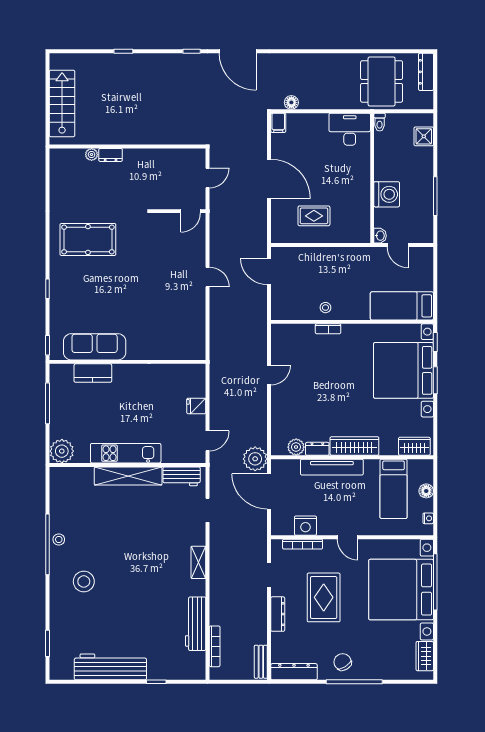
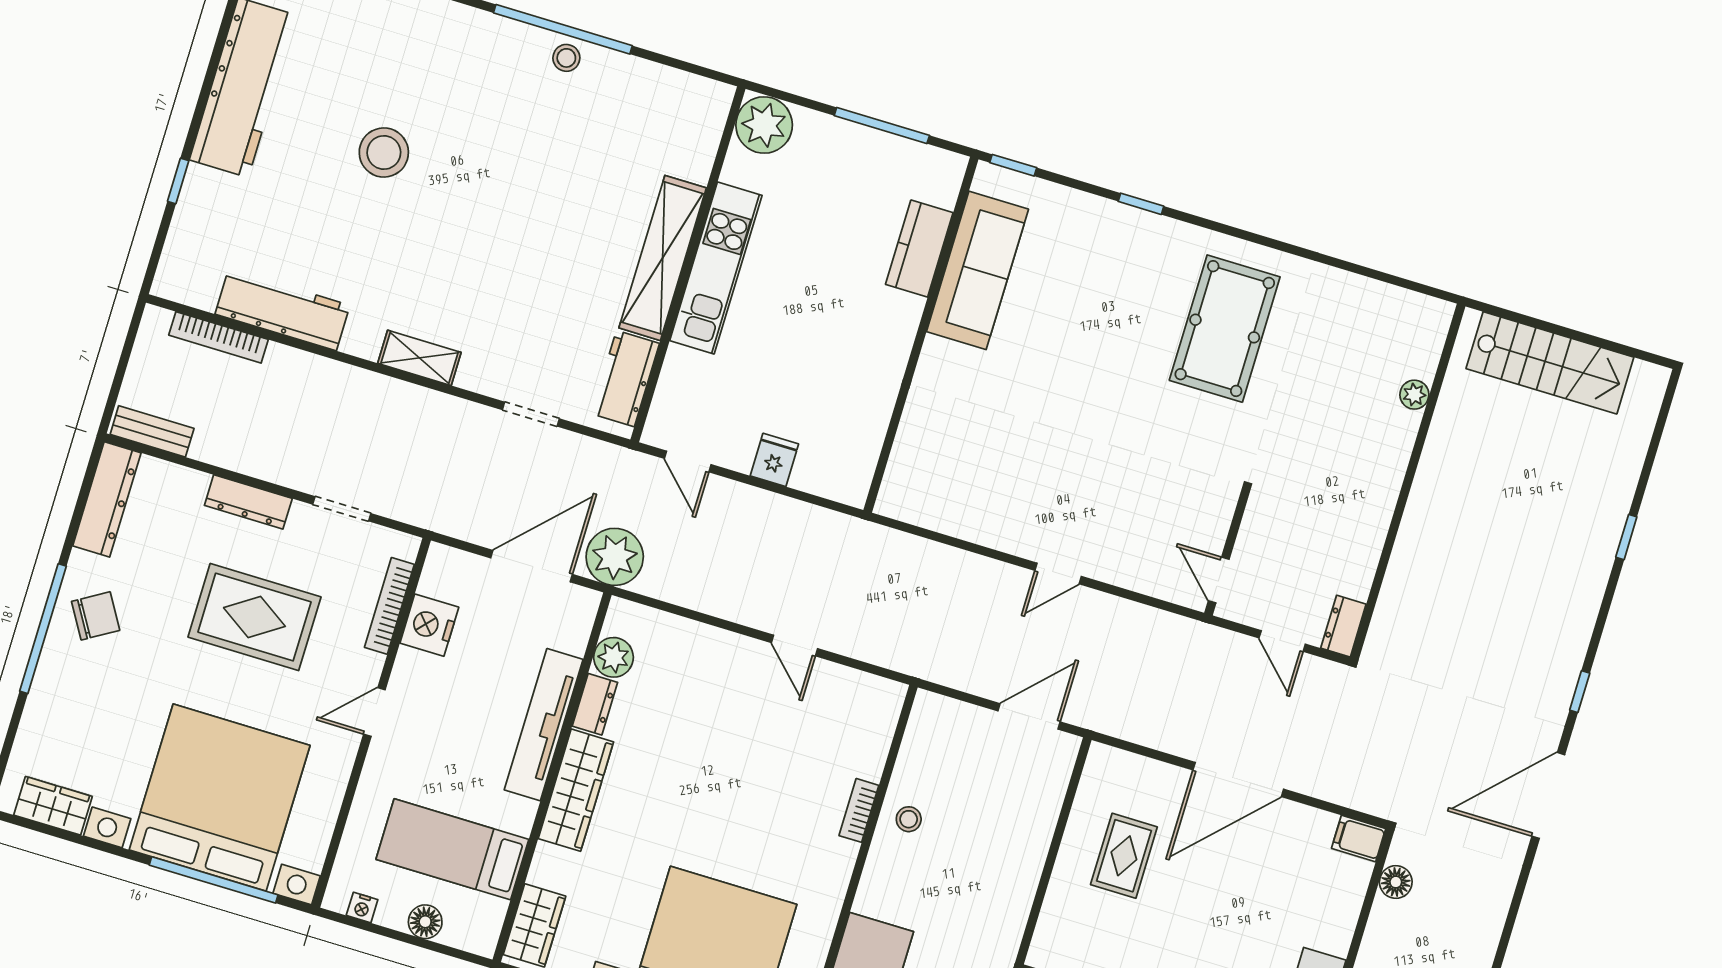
dresser: (111, 155) -> (1343, 626), moved
stool: (84, 581) -> (384, 153), moved

